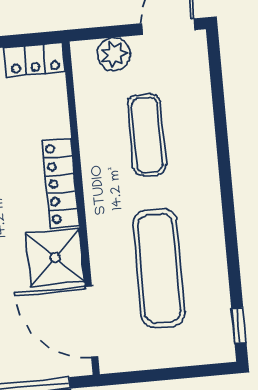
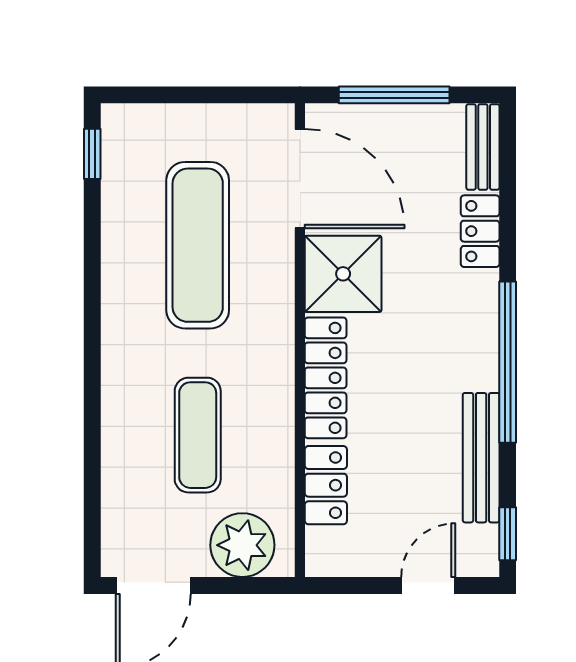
plant: (114, 54) -> (242, 545), width x1.36, depth x1.36
locker: (35, 60) -> (326, 485), moved, turned 90

